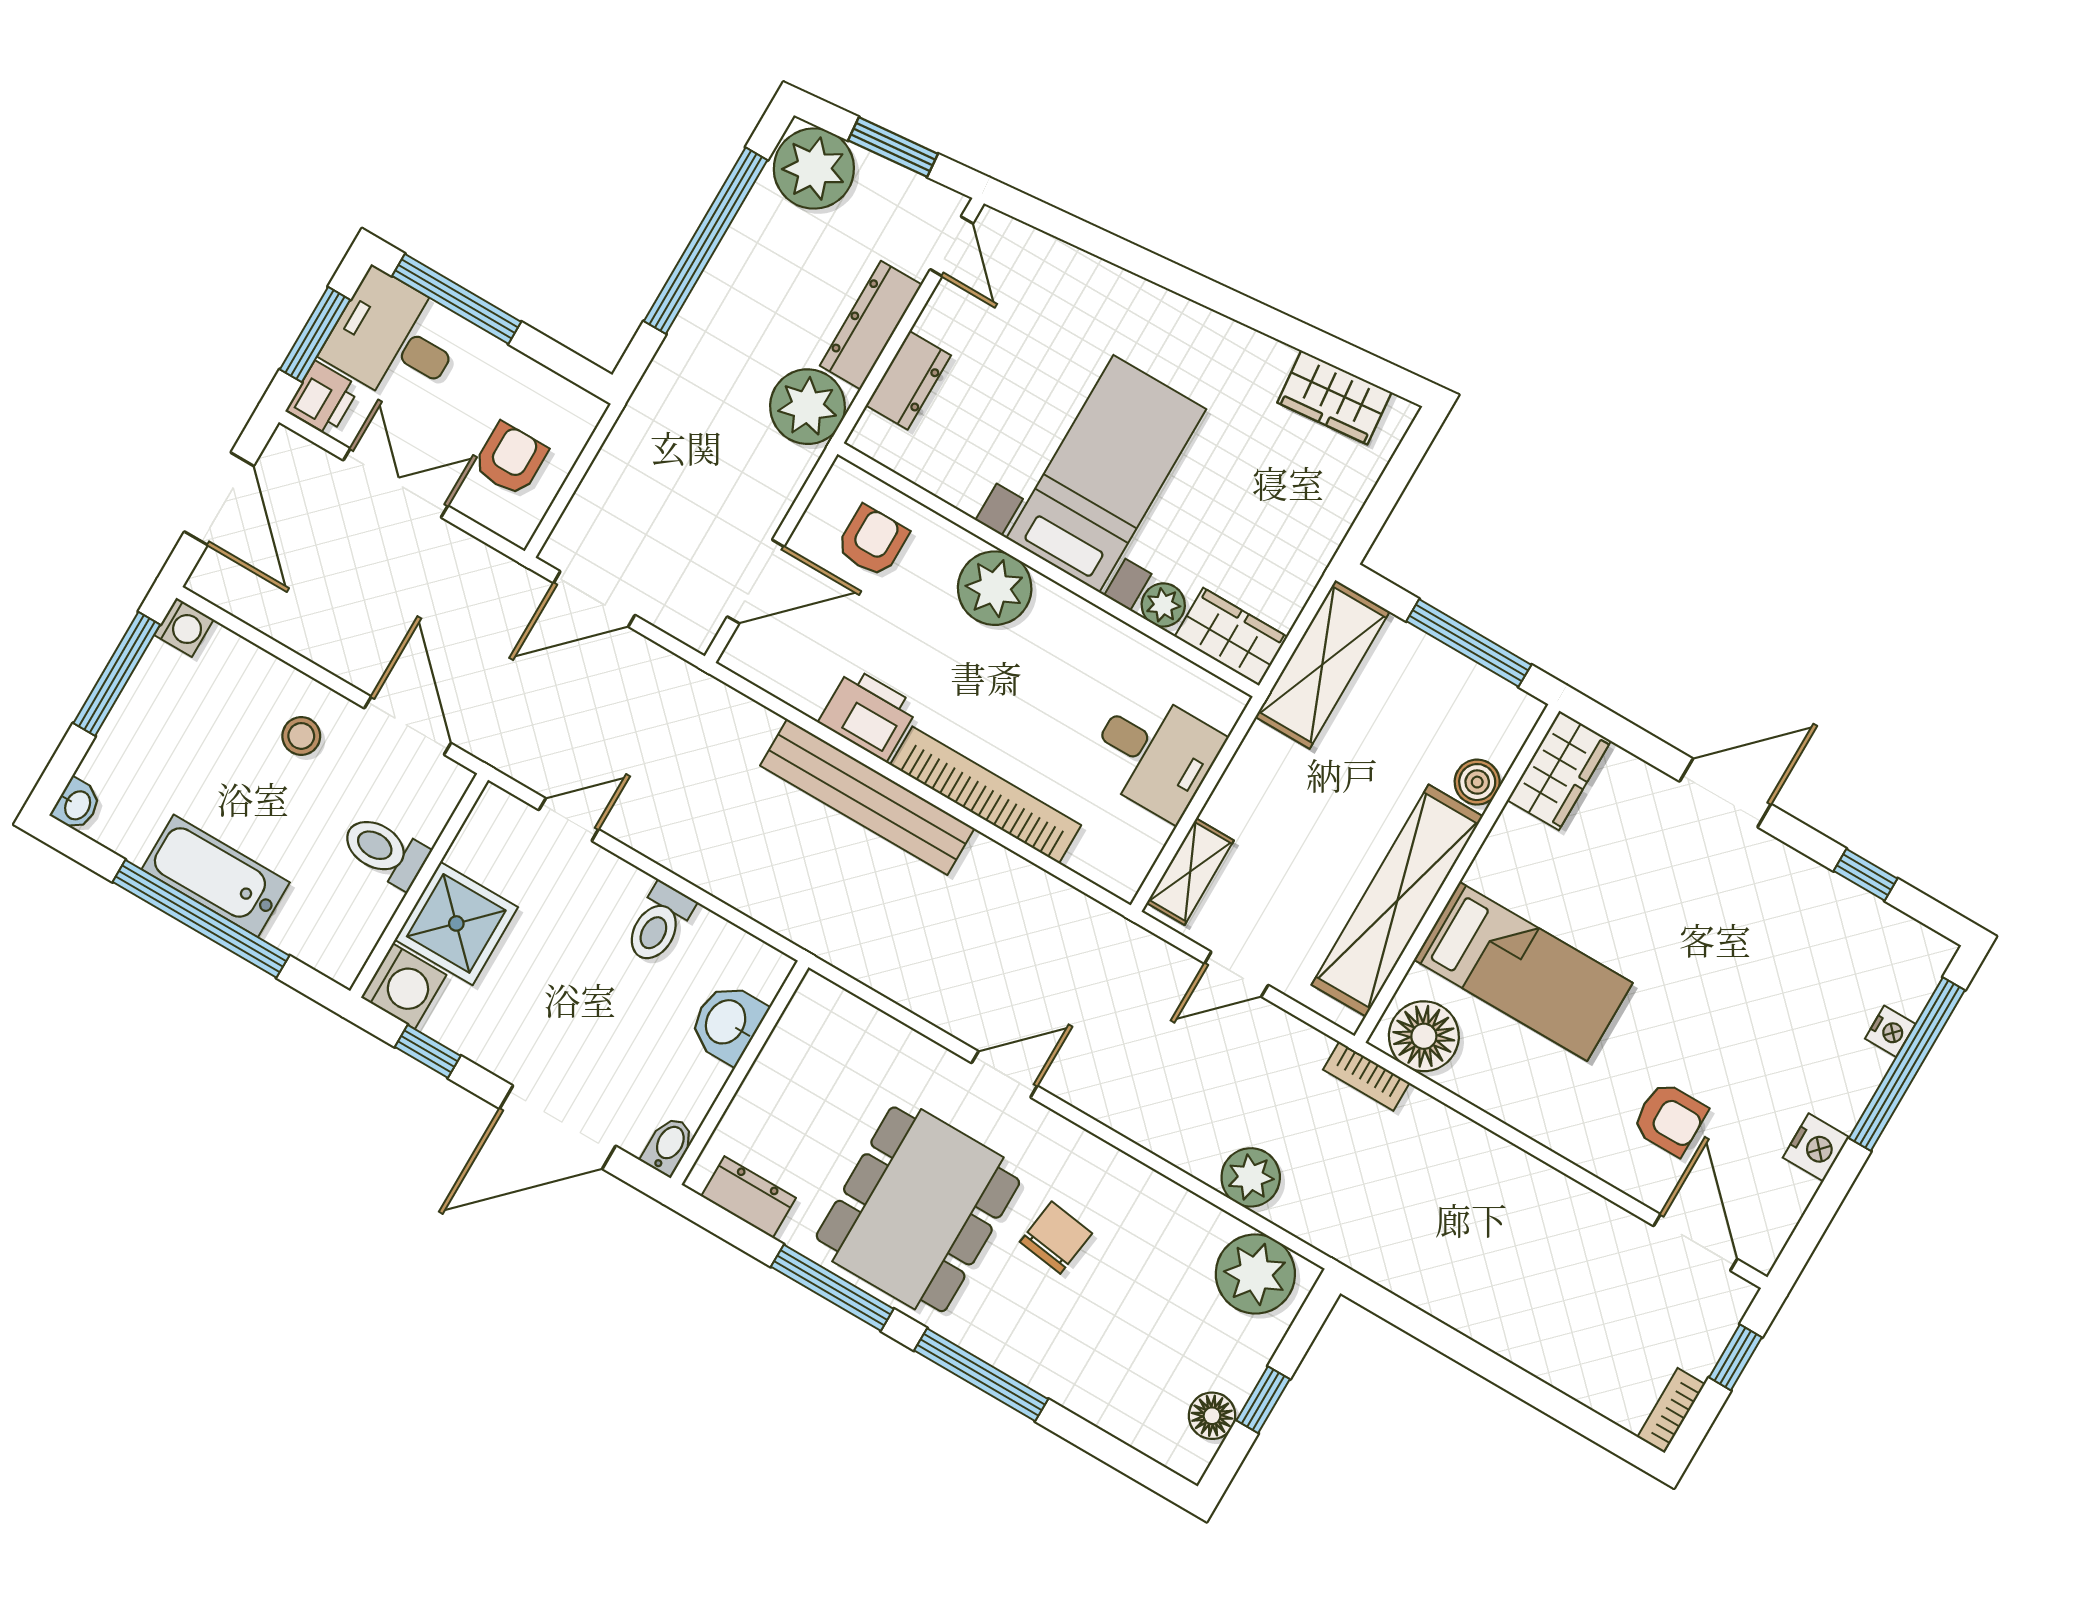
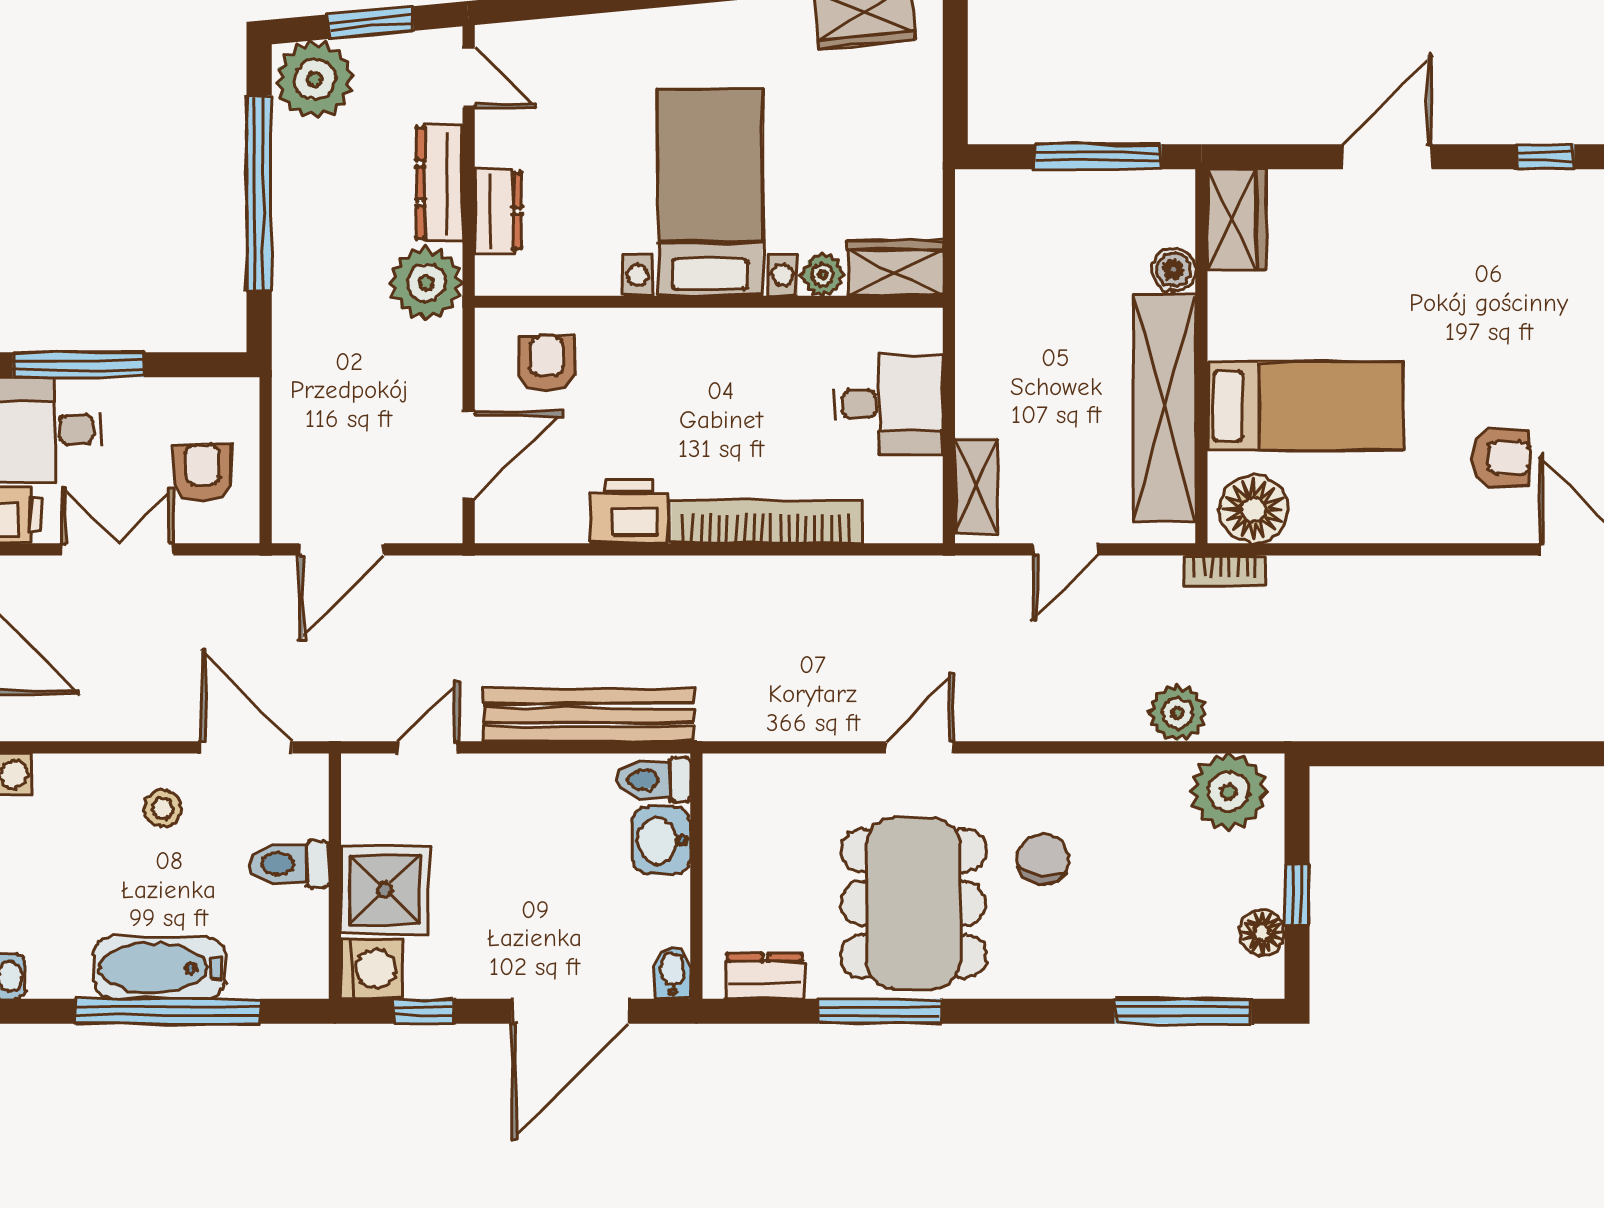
plant: (995, 588) -> (673, 344), removed
shelving: (1322, 665) -> (986, 247), removed
bench: (867, 797) -> (589, 715), moved
toilet: (659, 924) -> (653, 779), moved, turned 90
window: (981, 1375) -> (1183, 1011), moved

